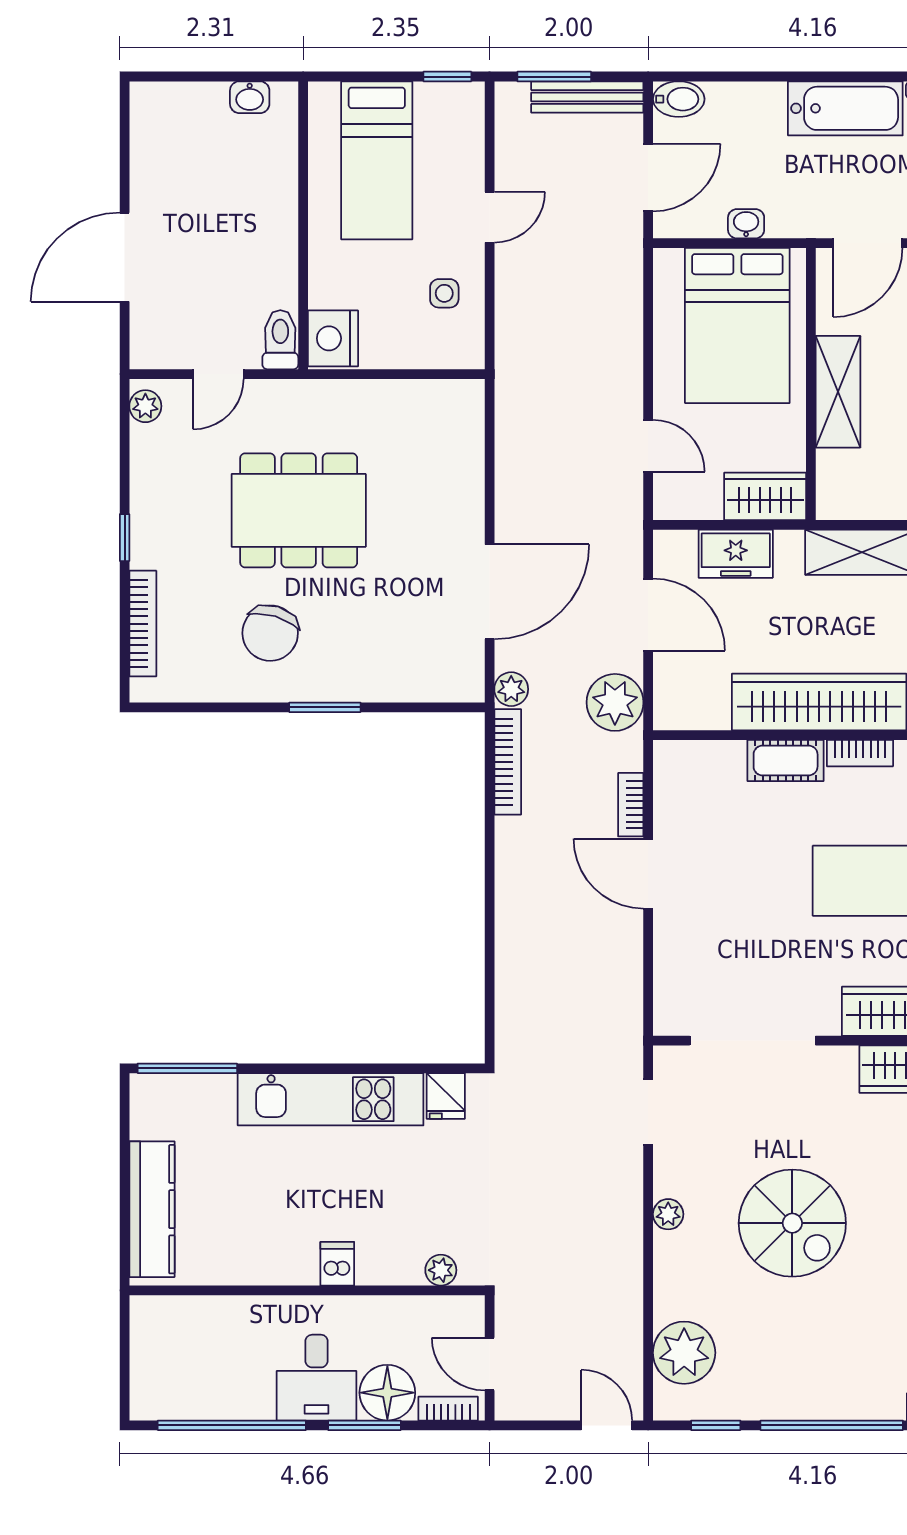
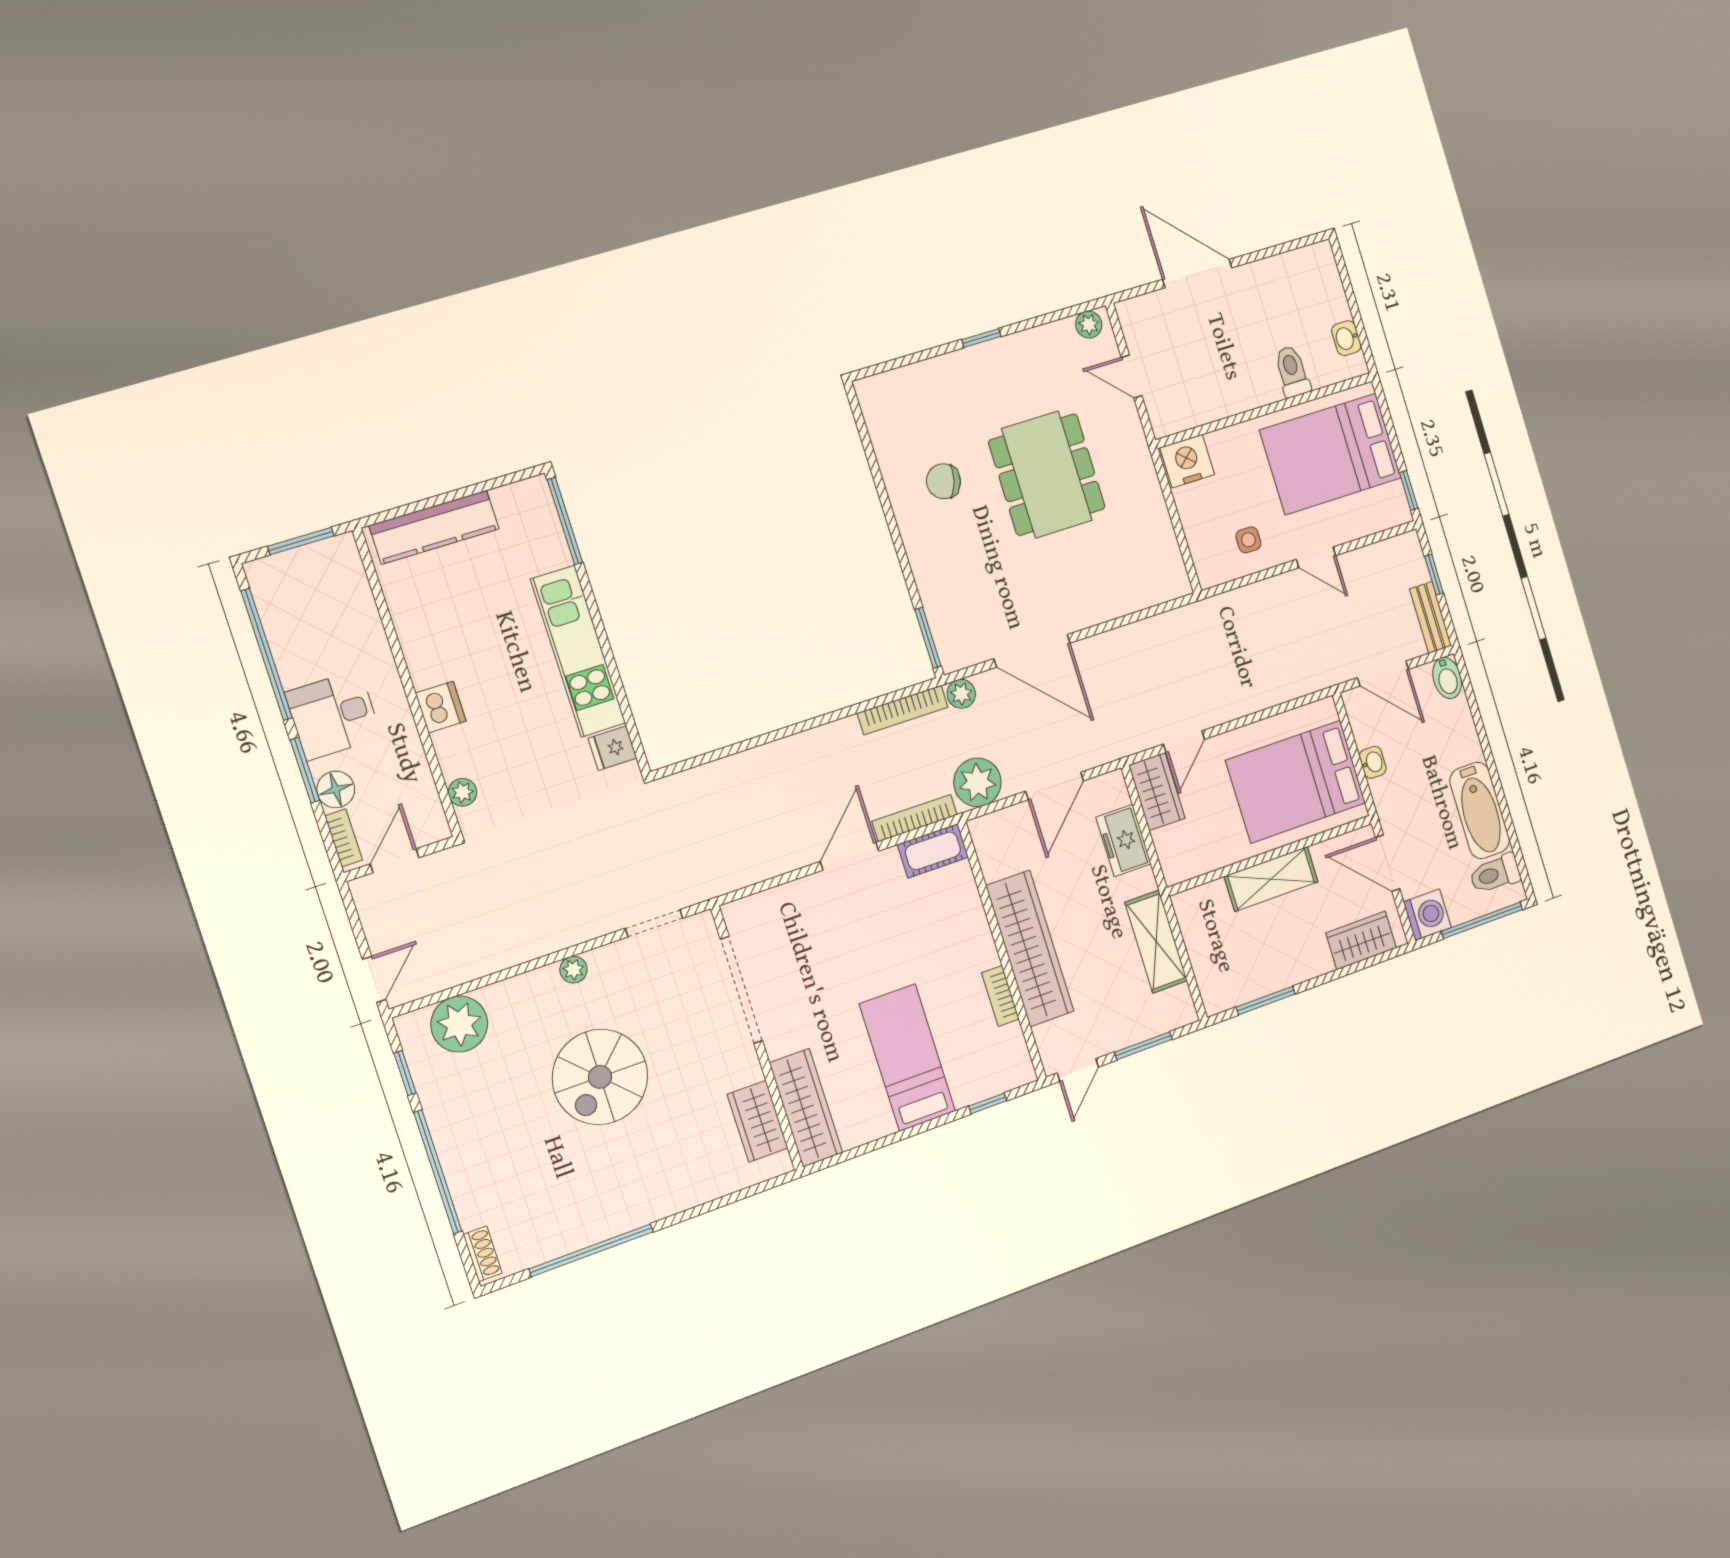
window: (554, 77) -> (1434, 575), width x0.67
bench: (587, 97) -> (1431, 617), width x0.73
bed: (377, 160) -> (1331, 454), width x1.50
toilet: (280, 340) -> (1292, 372), moved, turned -90
wardrobe: (765, 496) -> (1157, 792), moved
bookcase: (143, 624) -> (918, 373), removed
chair: (270, 633) -> (944, 481), width x0.73, depth x0.73
window: (325, 707) -> (928, 638), moved
cot: (786, 761) -> (933, 851), moved, turned 90
bookcase: (631, 805) -> (915, 818), width x1.56
dishwasher: (337, 1264) -> (441, 707), width x1.38
window: (125, 1352) -> (301, 541), added
floor lamp: (387, 1393) -> (336, 789), width x0.73, depth x0.73

